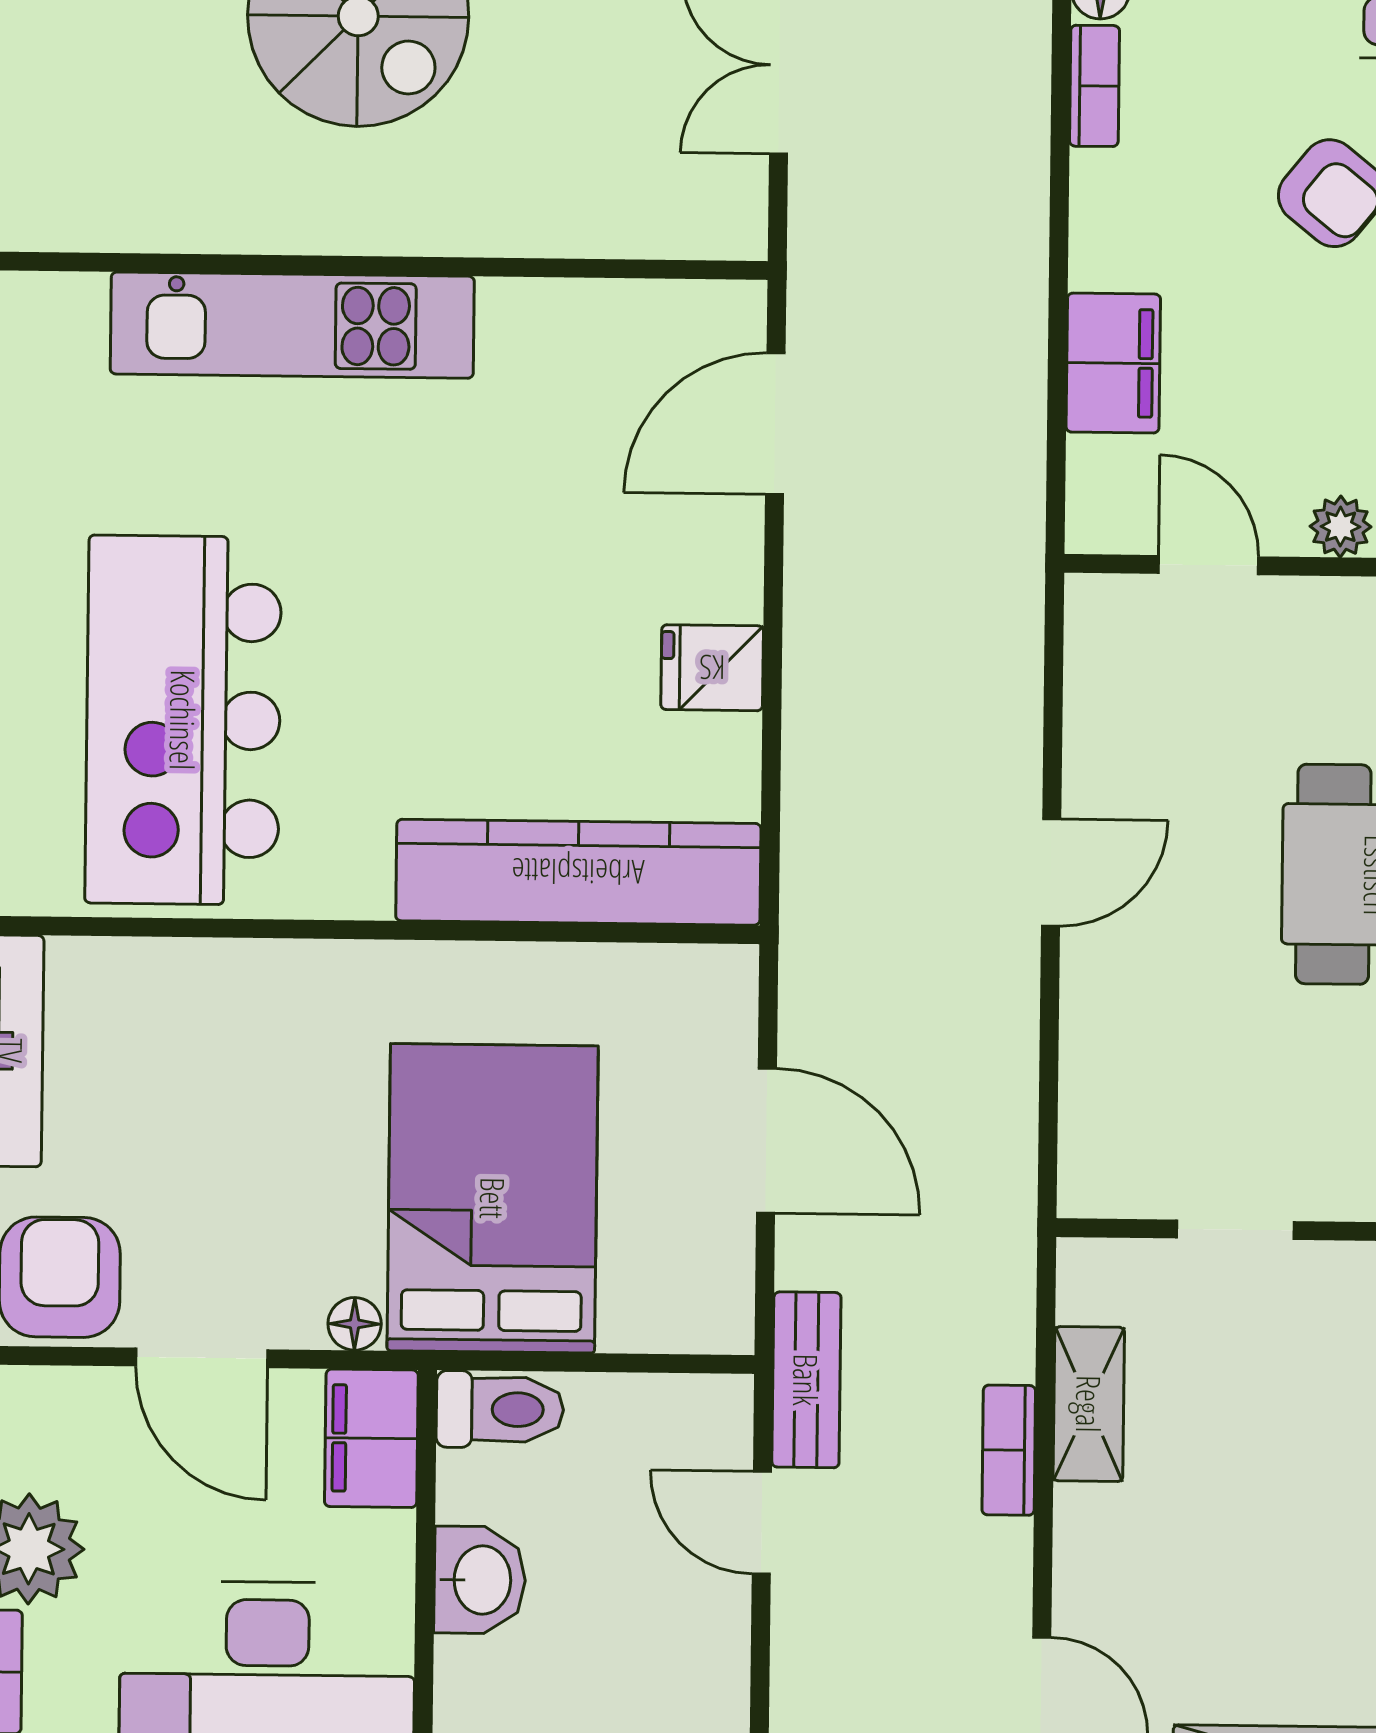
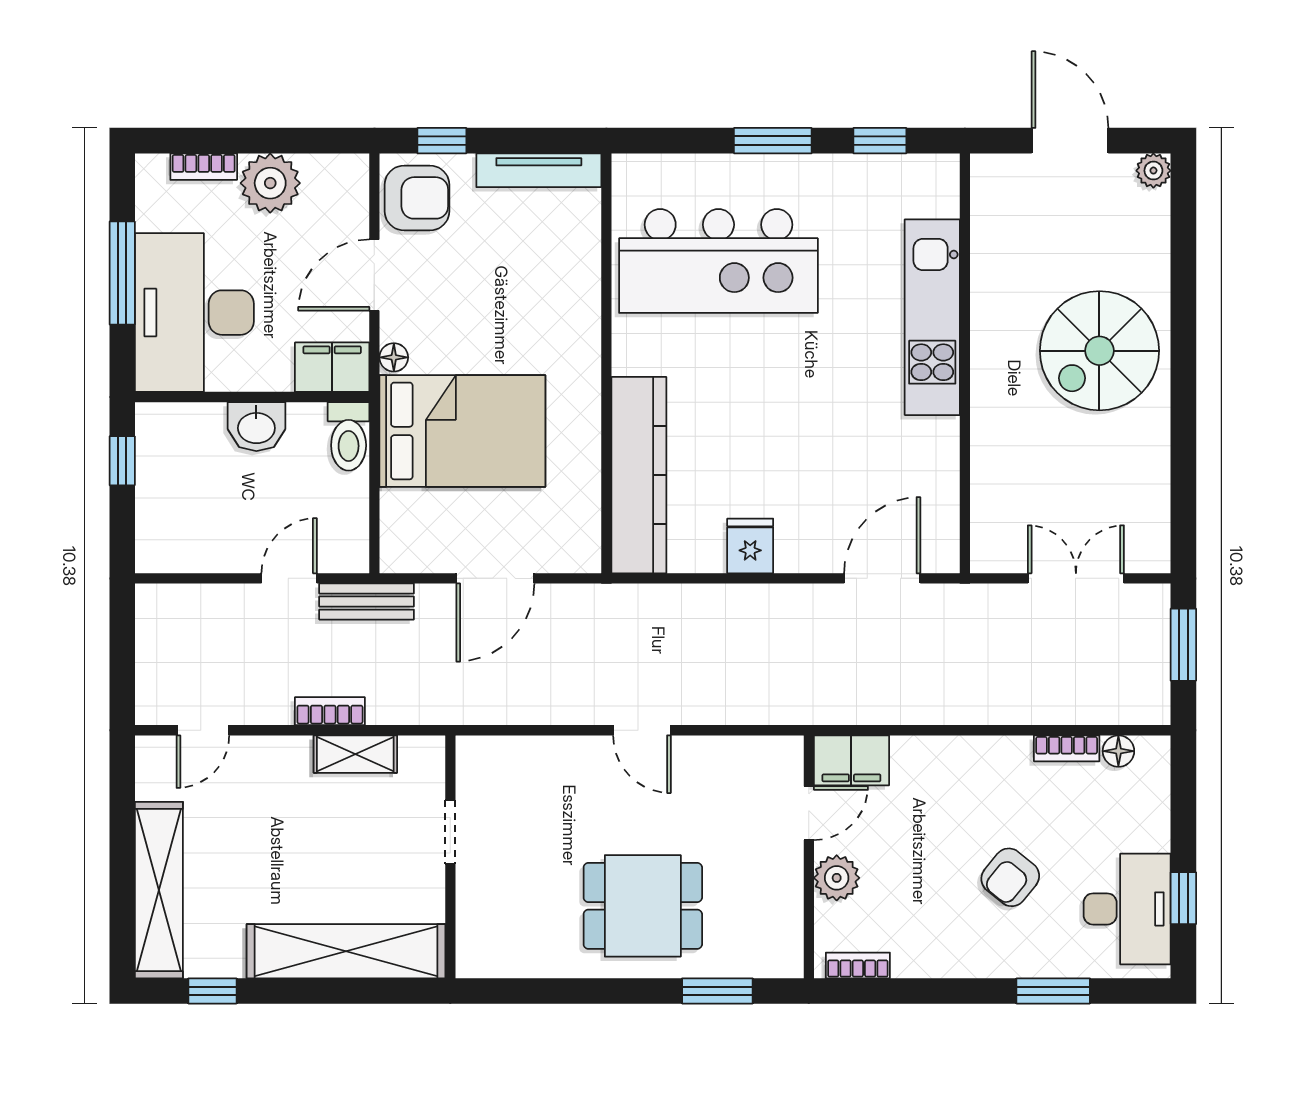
filing cabinet: (1113, 363) -> (851, 760), moved
door: (775, 424) -> (882, 578), hinge flipped
plant: (1340, 527) -> (837, 878), width x1.38, depth x1.38
kitchen island: (183, 720) -> (718, 261), turned 180

